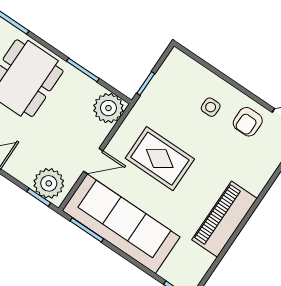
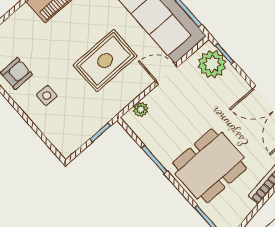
plant: (108, 108) -> (141, 109), width x0.53, depth x0.53
rug: (160, 159) -> (105, 61), turned 90

